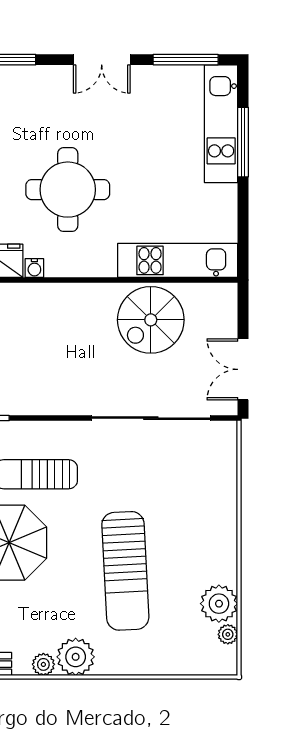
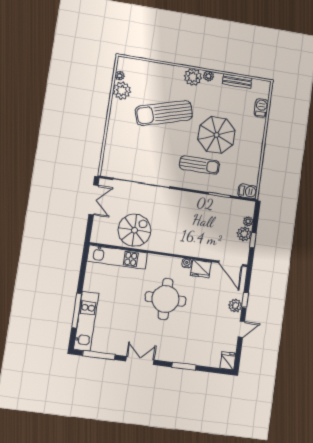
sun lounger: (125, 571) -> (164, 113), turned -103

